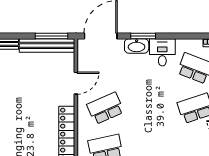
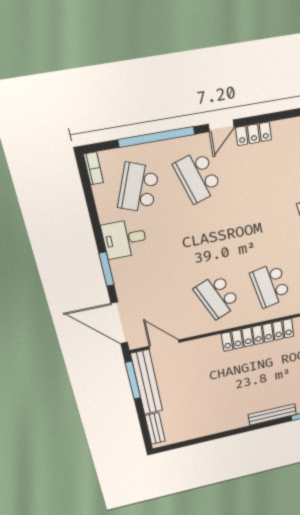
washbasin: (137, 46) -> (123, 275), removed
door: (76, 83) -> (164, 344), moved

